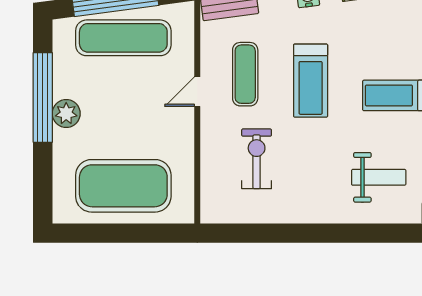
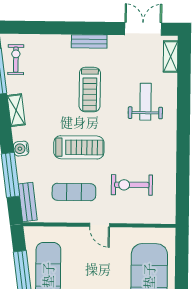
door: (197, 92) -> (100, 225), moved

